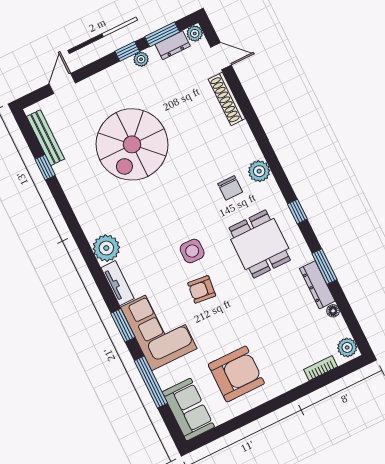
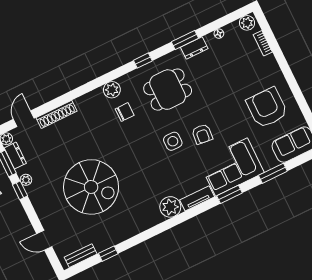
bench: (46, 138) -> (81, 256), width x0.73
dresser: (317, 285) -> (194, 48), width x0.70
window: (151, 382) -> (273, 173), width x0.69

